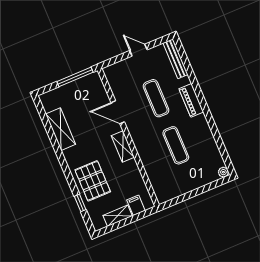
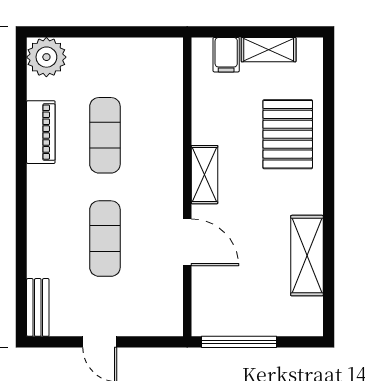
bench: (175, 59) -> (38, 307), width x0.73
piano: (191, 100) -> (41, 132), moved
plant: (223, 172) -> (46, 57), width x1.88, depth x1.88
window: (80, 203) -> (329, 103), removed

